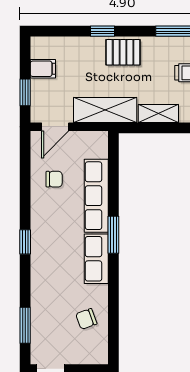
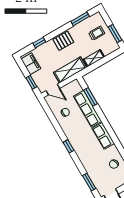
window: (103, 31) -> (39, 43), moved
filing cabinet: (43, 69) -> (31, 64), width x2.00
door: (55, 127) -> (53, 90), hinge flipped
window: (113, 235) -> (90, 97), moved

